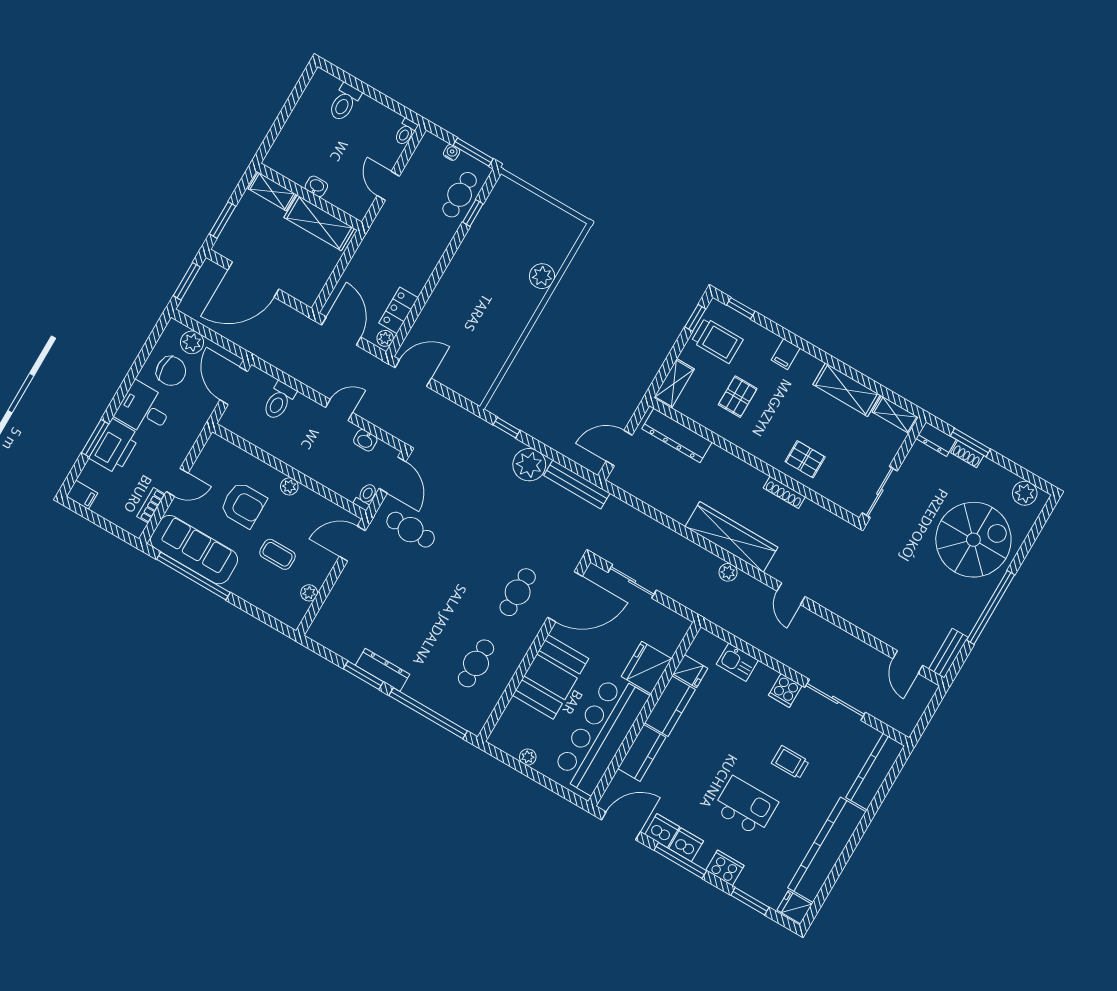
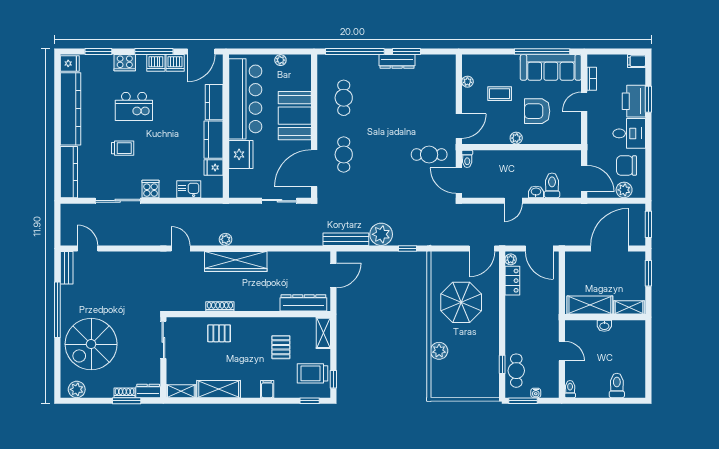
parasol: (479, 321) -> (461, 302), added
washbasin: (365, 440) -> (536, 192), moved

